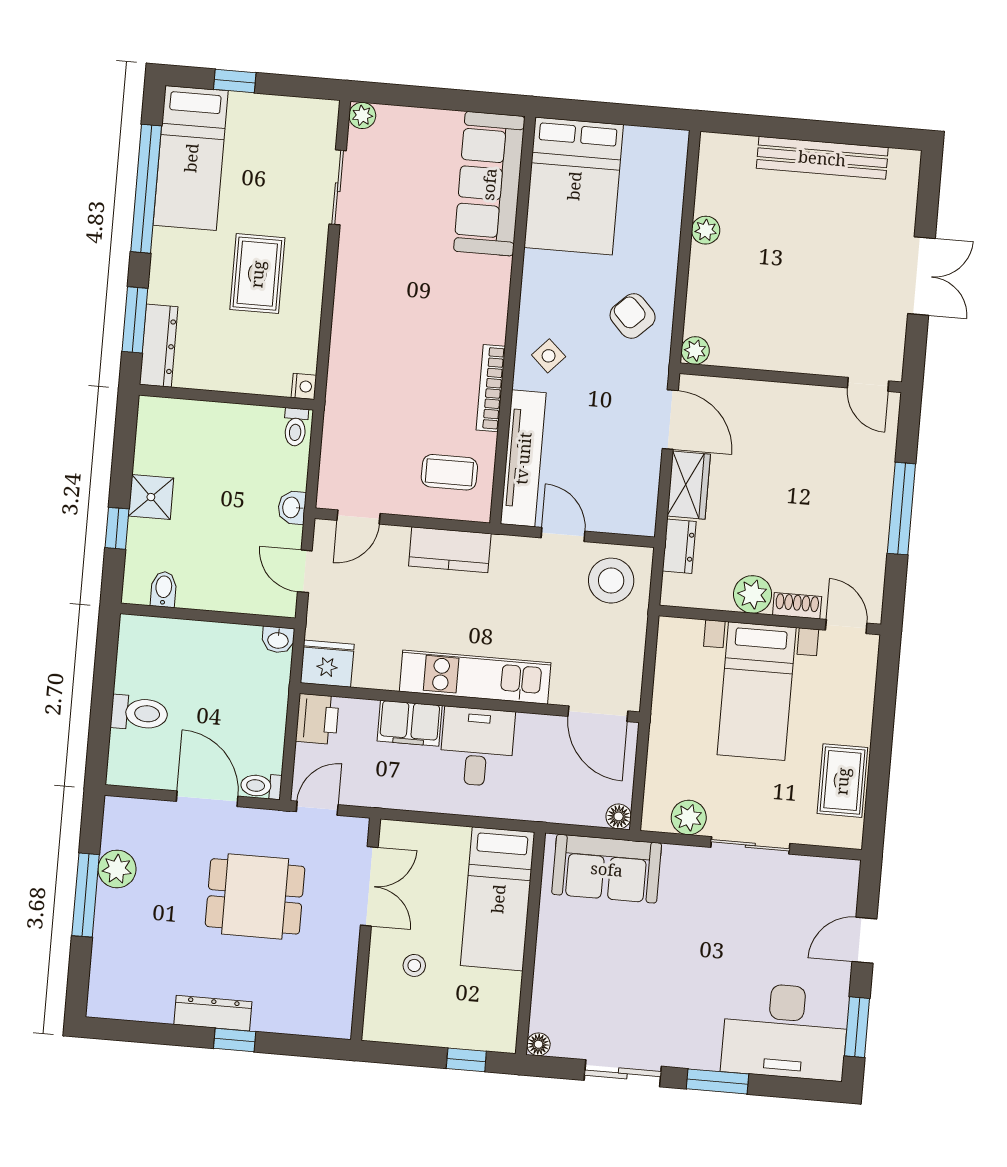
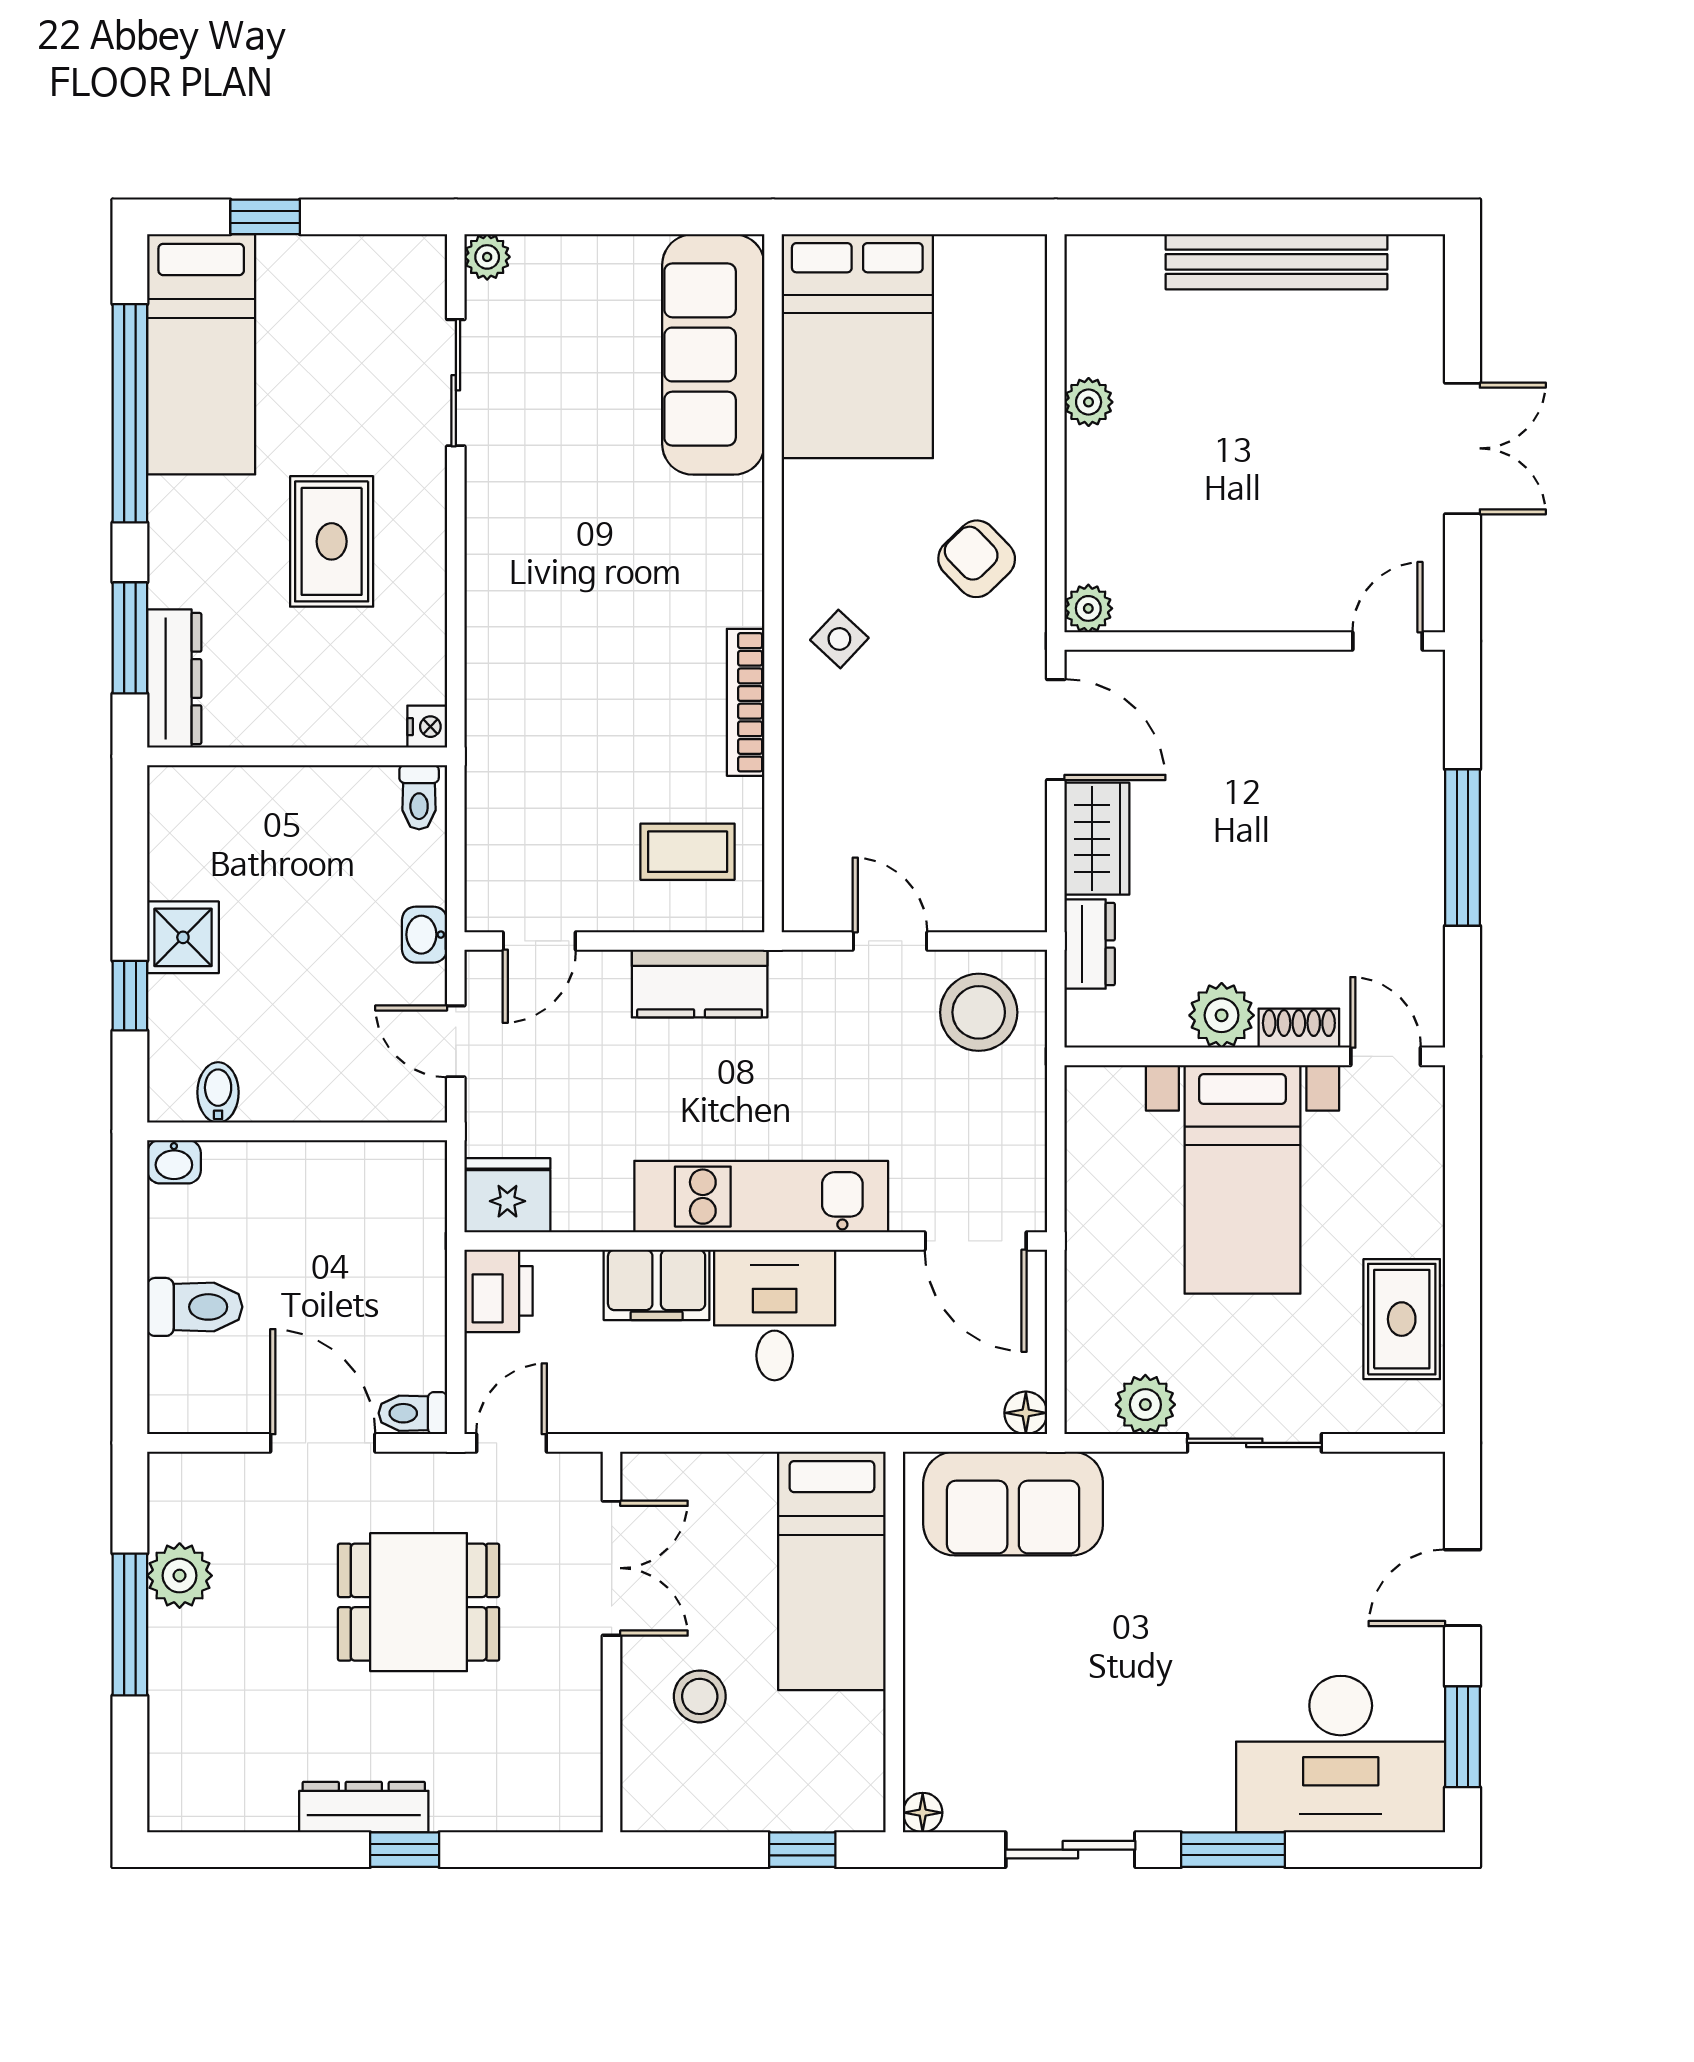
door: (868, 384) -> (1387, 641), swing flipped
tv unit: (523, 458) -> (811, 817), removed
washbasin: (278, 640) -> (174, 1162), moved
stool: (414, 965) -> (700, 1696), width x1.37, depth x1.37

